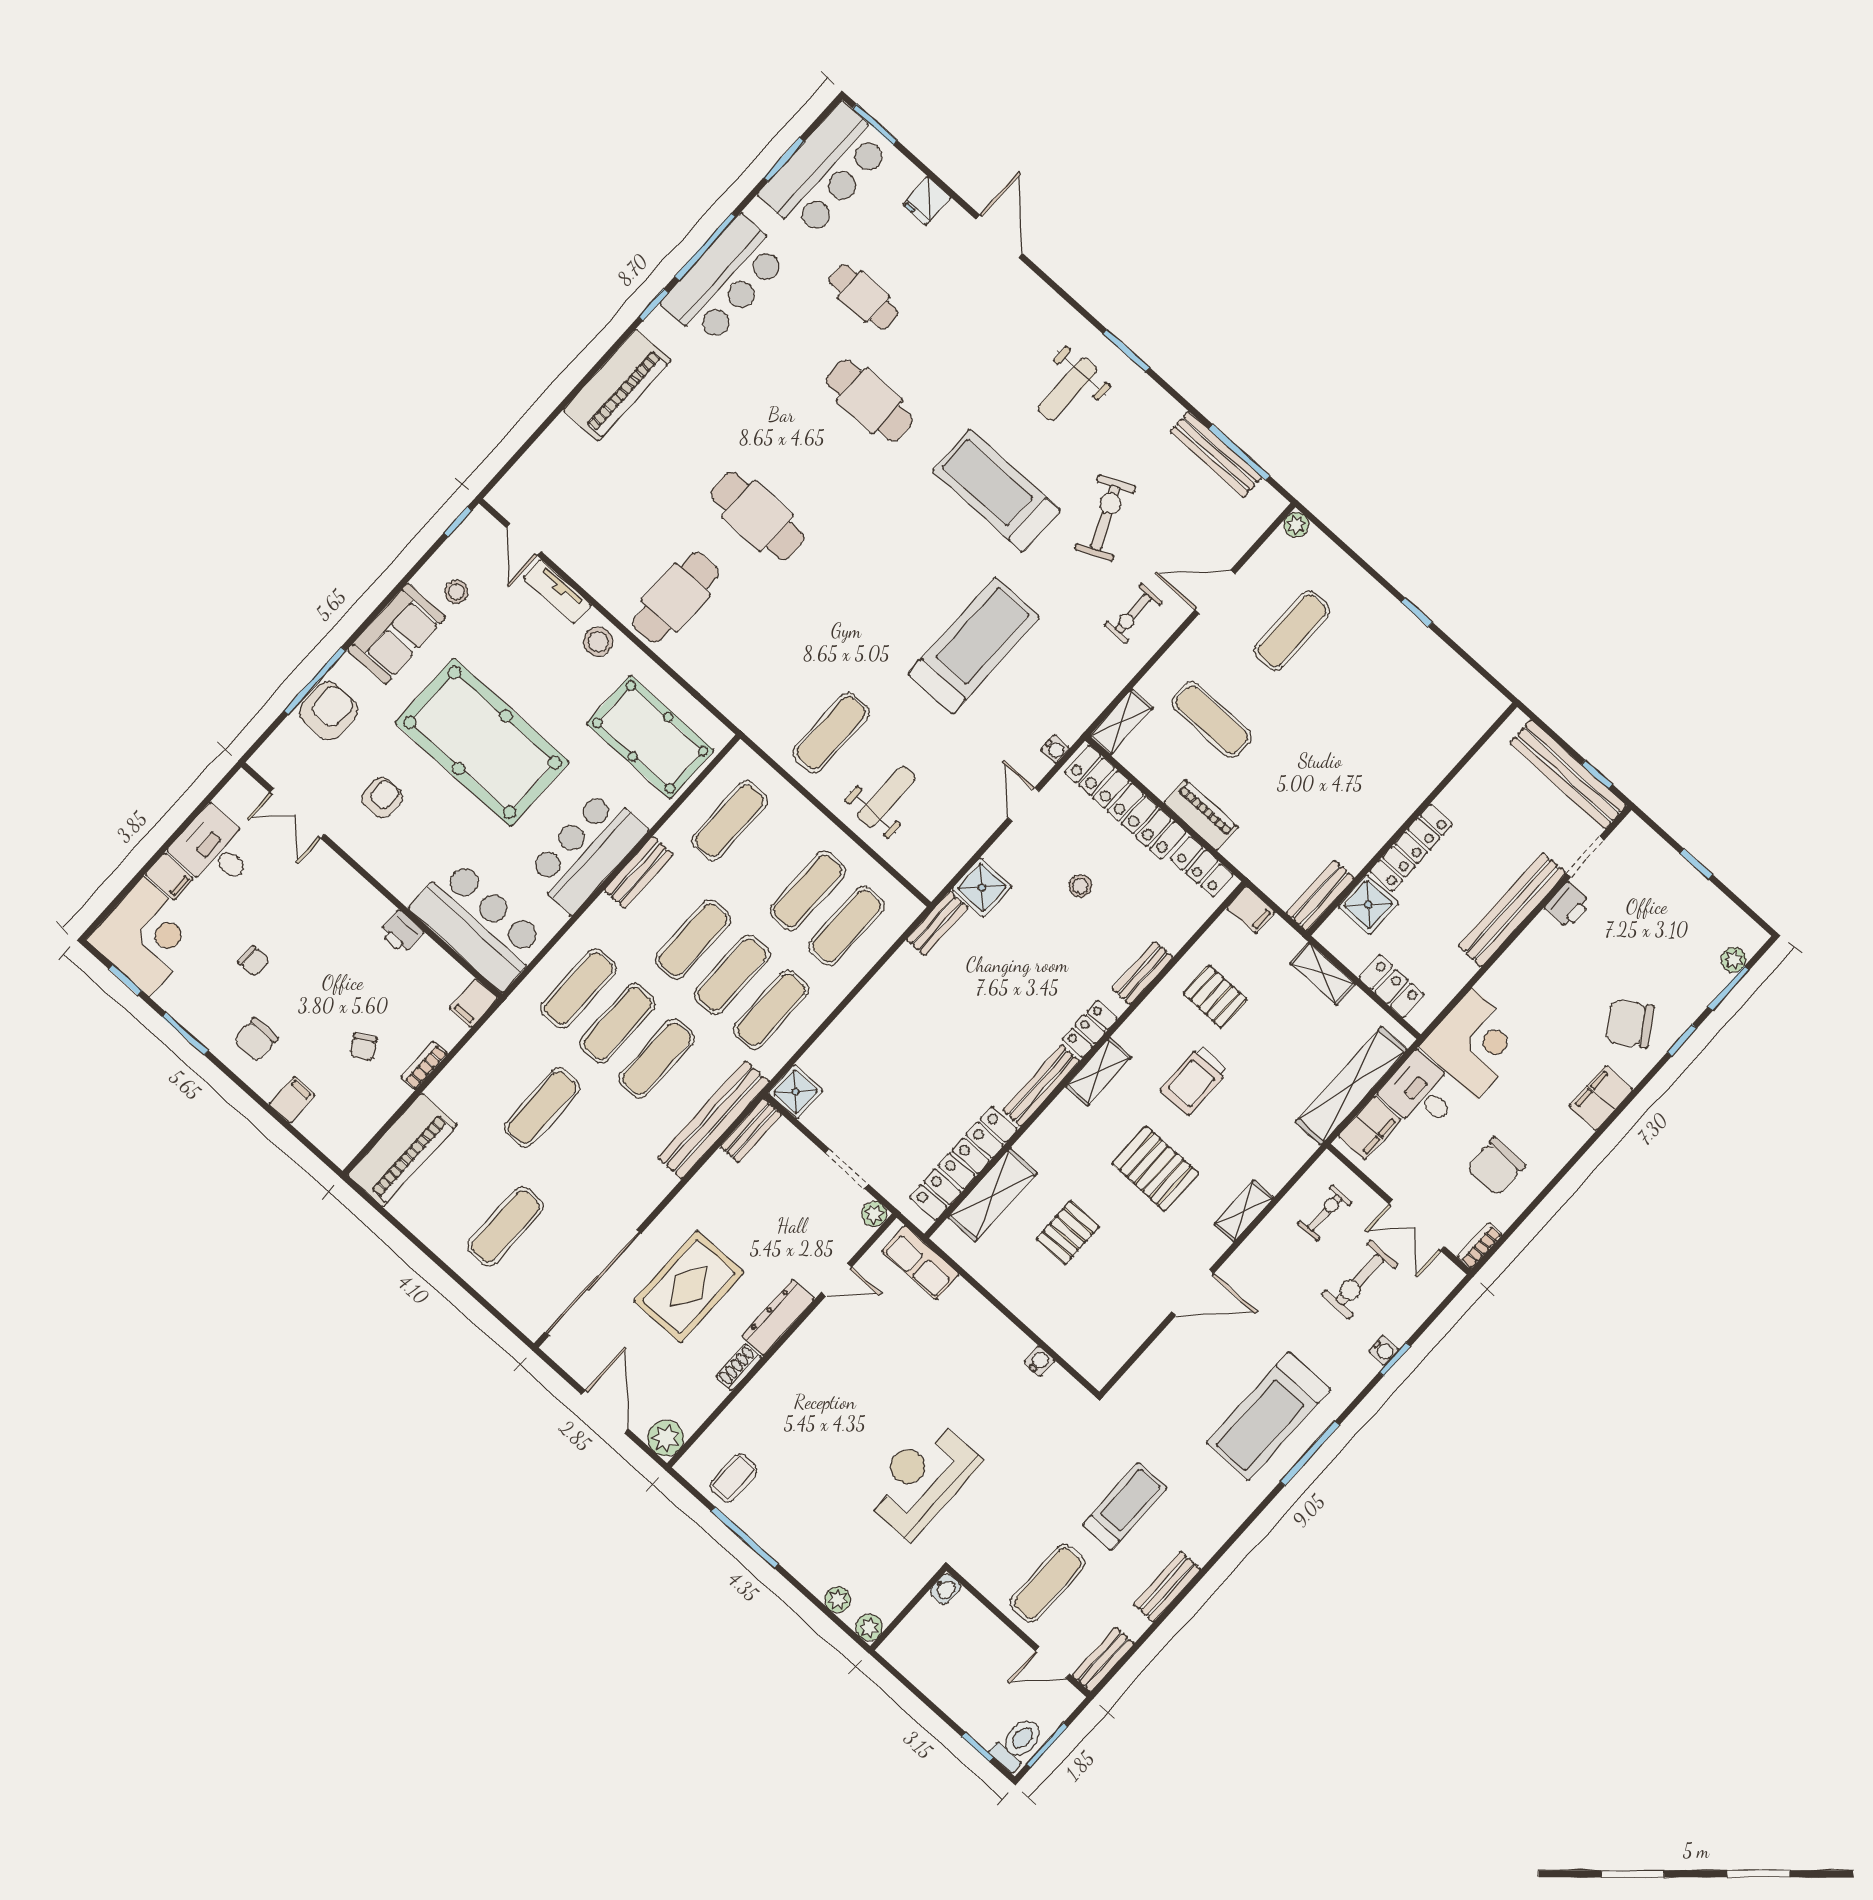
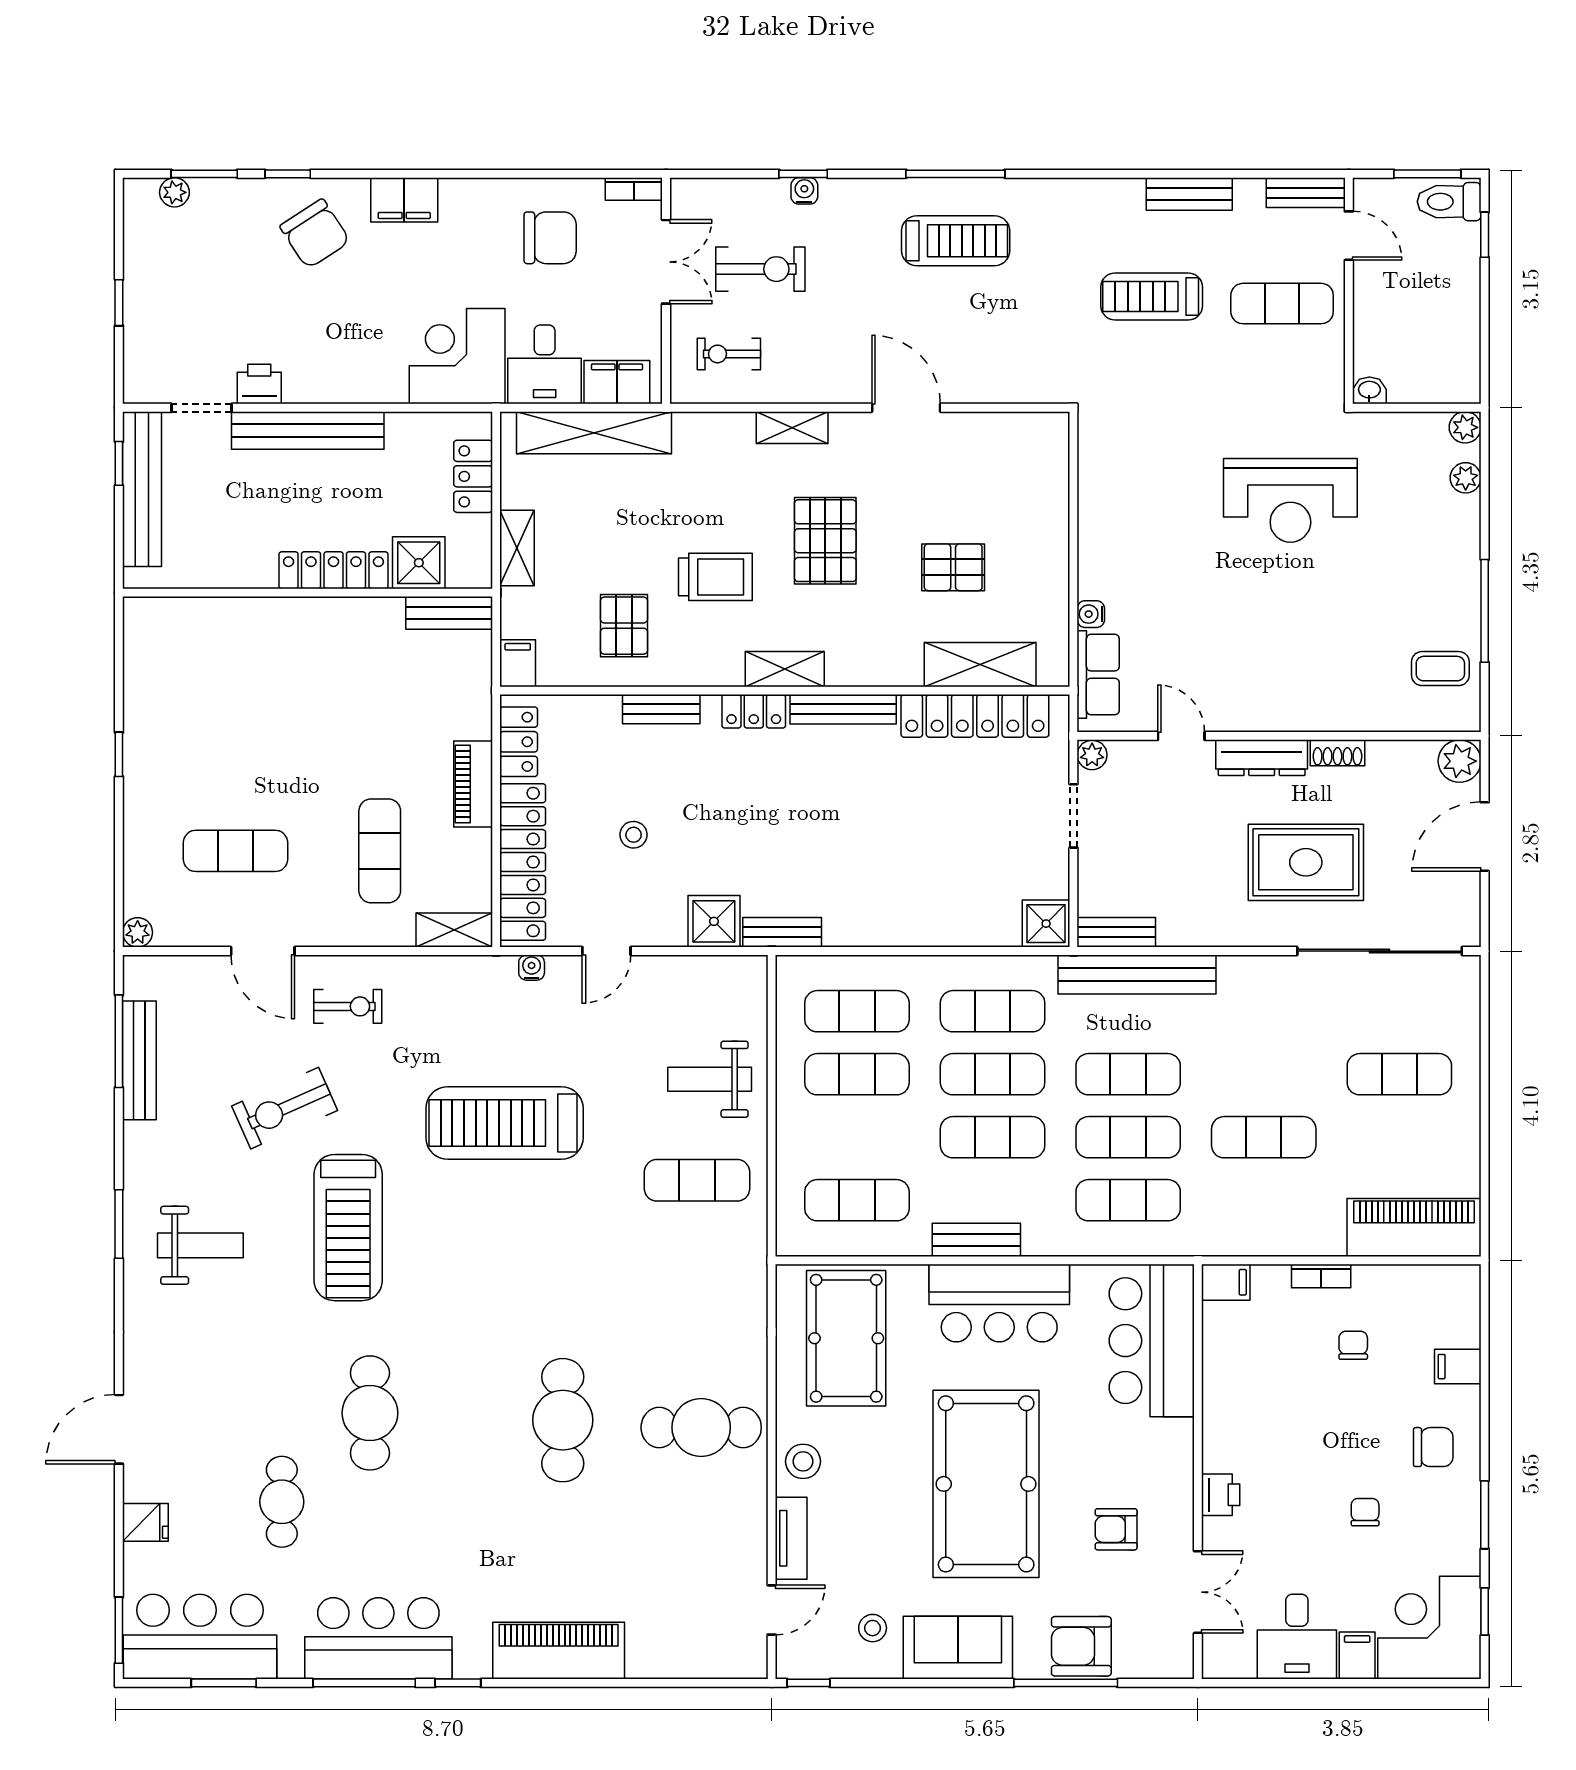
printer: (401, 932) -> (1221, 1495), moved
chair: (363, 1047) -> (1353, 1345), turned -59
water cooler: (1039, 1361) -> (1091, 614), moved
treadmill: (1268, 1416) -> (956, 241), width x0.73, depth x0.73

